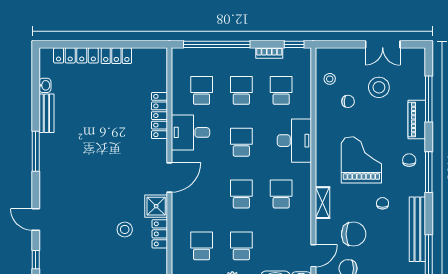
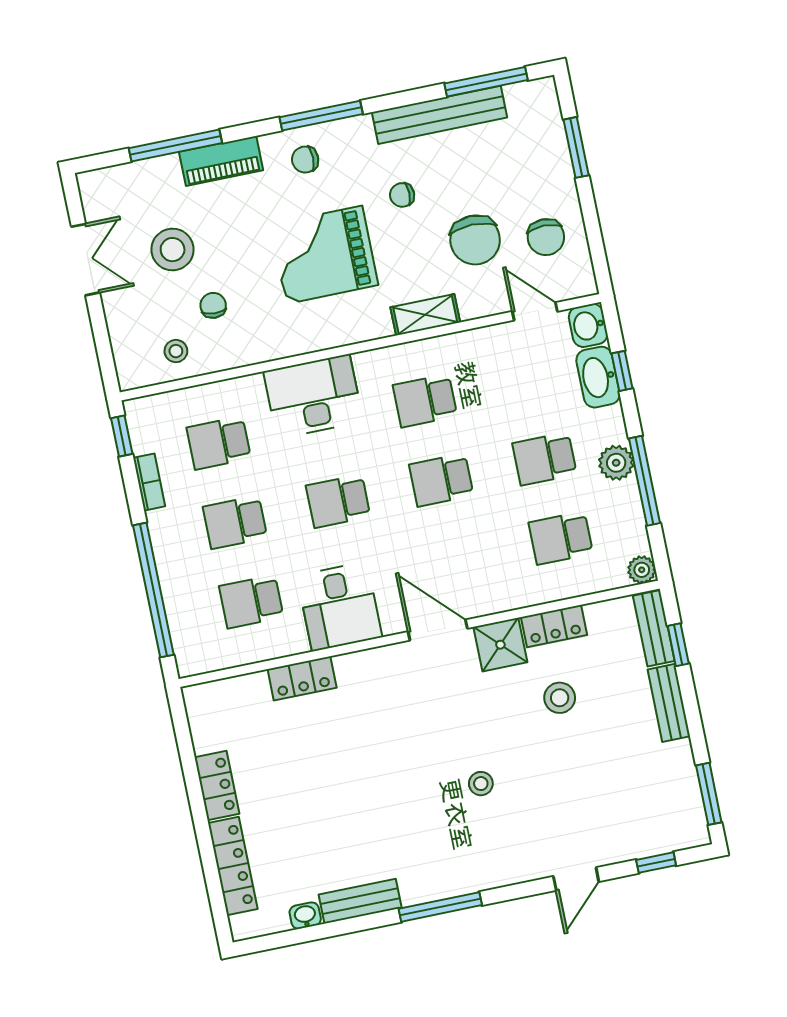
locker: (159, 116) -> (302, 678), width x0.66
stool: (91, 183) -> (481, 784), added
chair: (354, 234) -> (475, 240), turned 180

